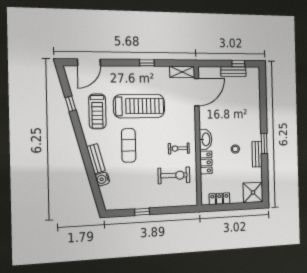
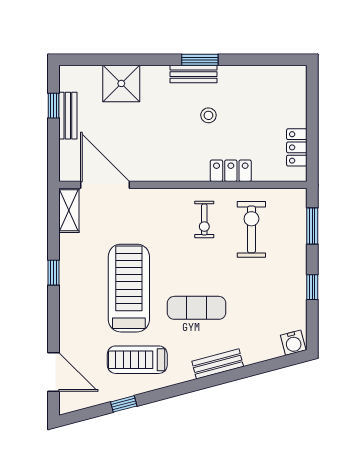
treadmill: (97, 111) -> (137, 360), turned 180
washbasin: (206, 139) -> (189, 170), removed
bench: (257, 154) -> (193, 74), moved
water cooler: (103, 179) -> (293, 343), moved
shower: (253, 192) -> (121, 83), moved
window: (177, 210) -> (312, 226), added

